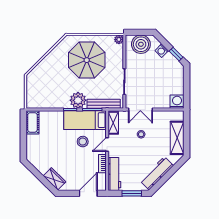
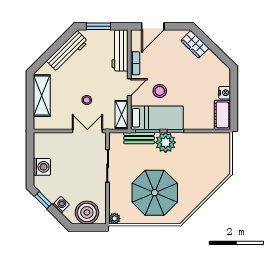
washing machine: (177, 102) -> (42, 167), moved, turned -90
bench: (104, 104) -> (139, 138), width x0.73
nightstand: (31, 140) -> (225, 93), added

